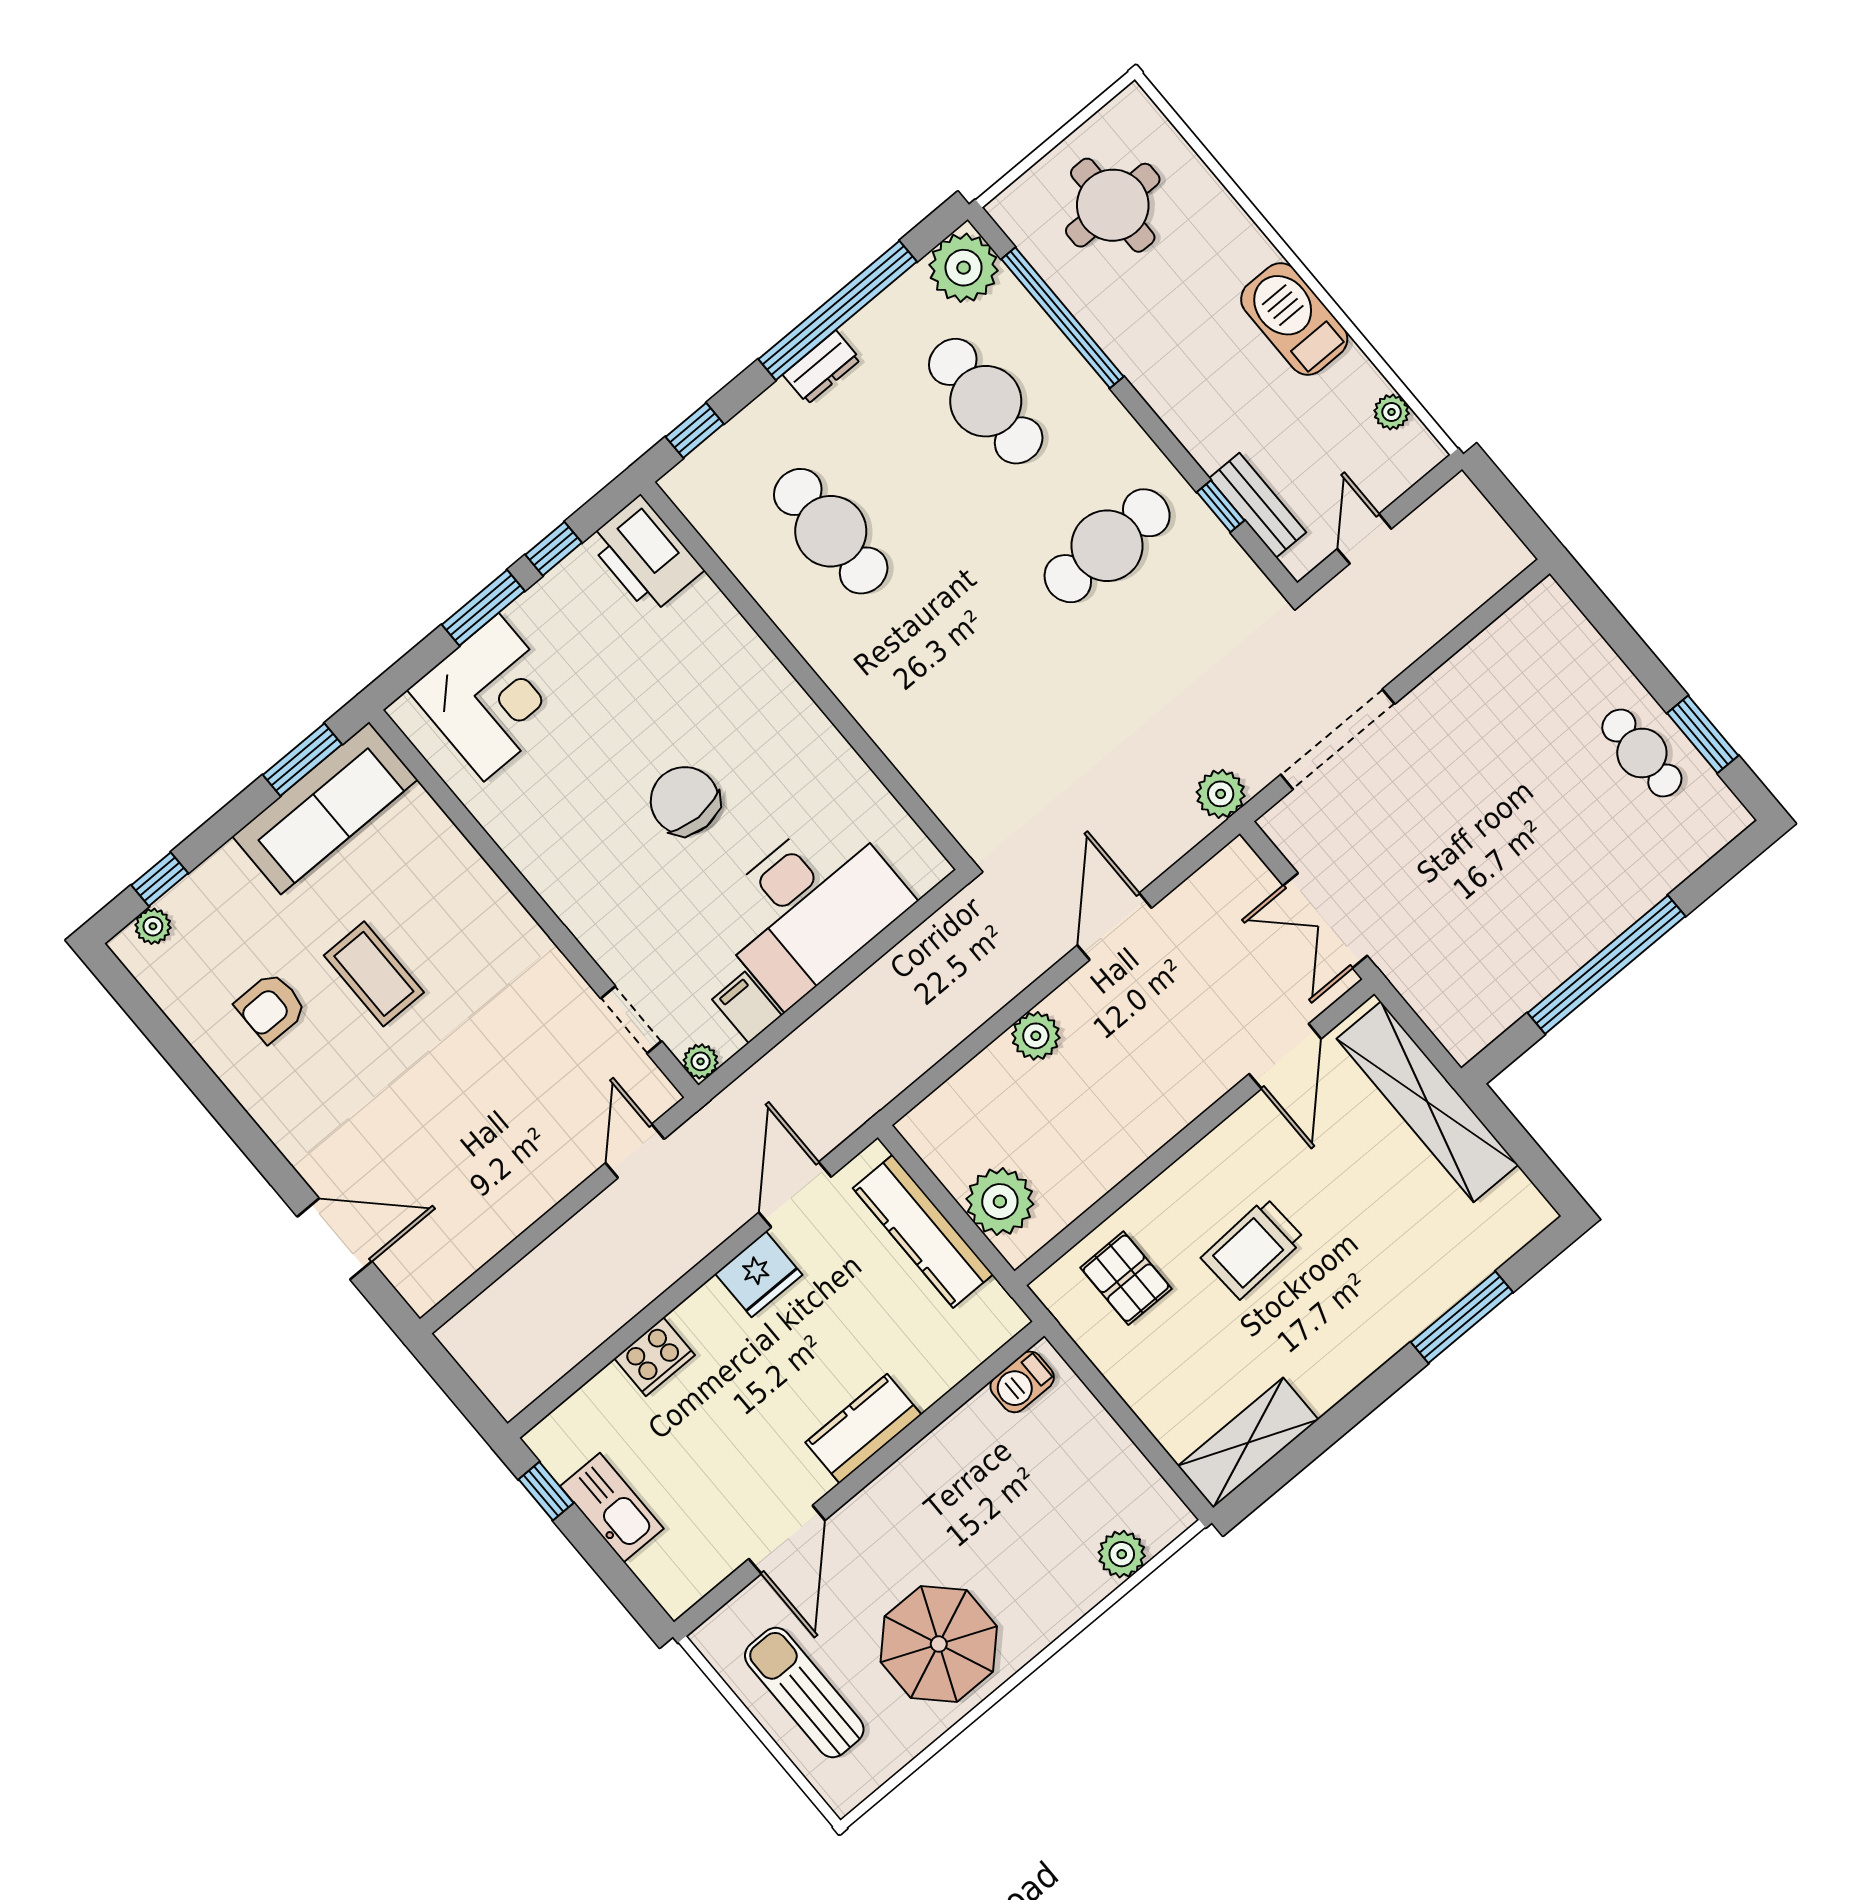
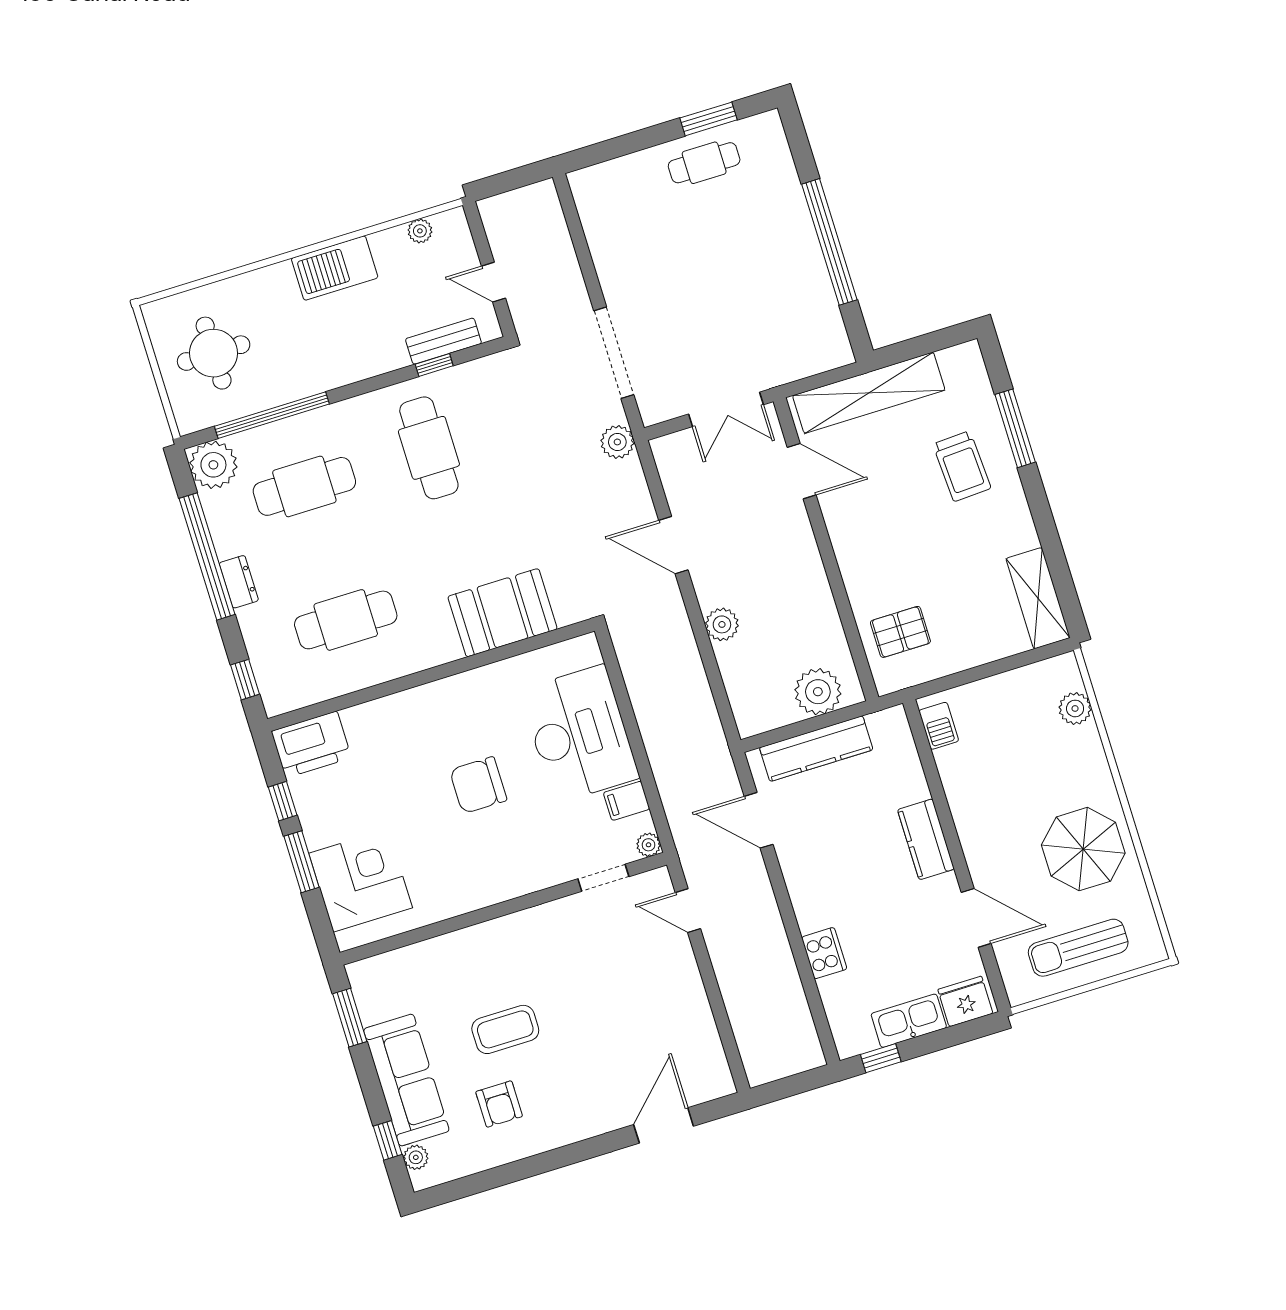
booth: (928, 736) -> (502, 613), added
sofa: (325, 808) -> (406, 1080), moved
trolley: (1253, 1249) -> (962, 466), moved
fridge: (759, 1274) -> (965, 1001), moved, turned -90

